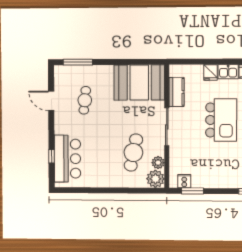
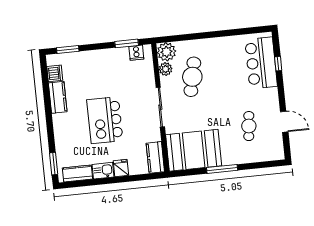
window: (78, 62) -> (222, 169), moved
kitchen counter: (176, 92) -> (155, 157), moved

